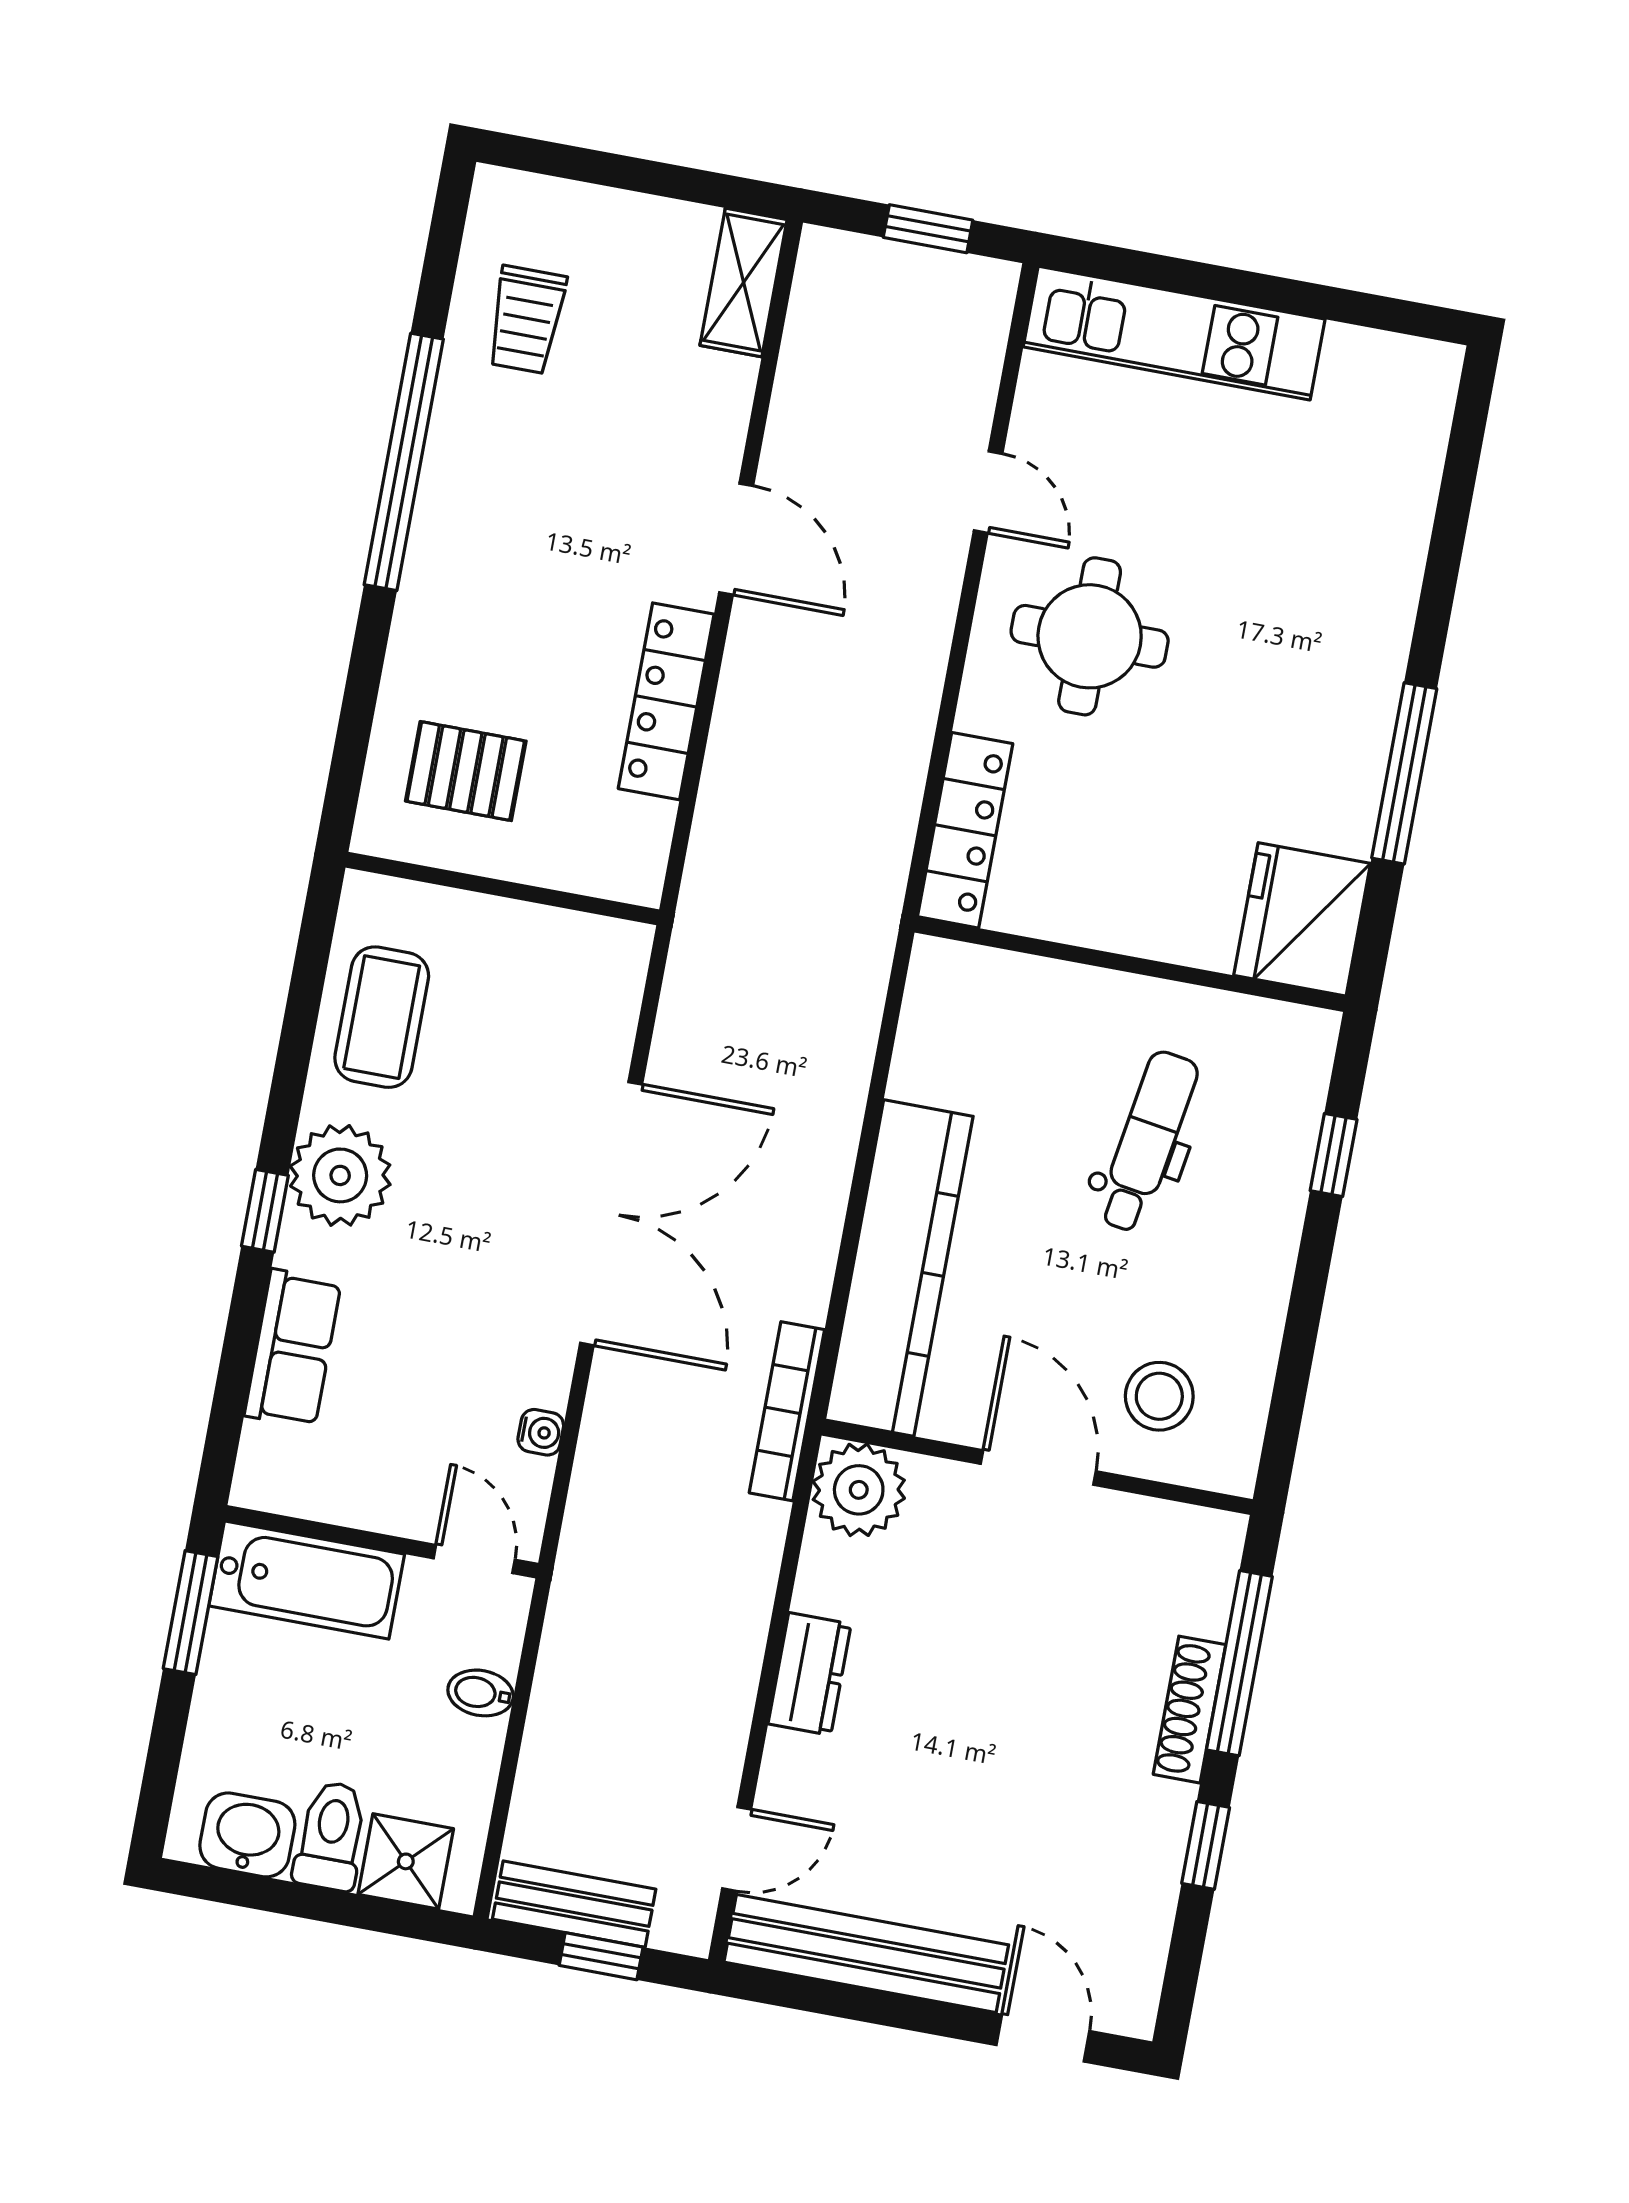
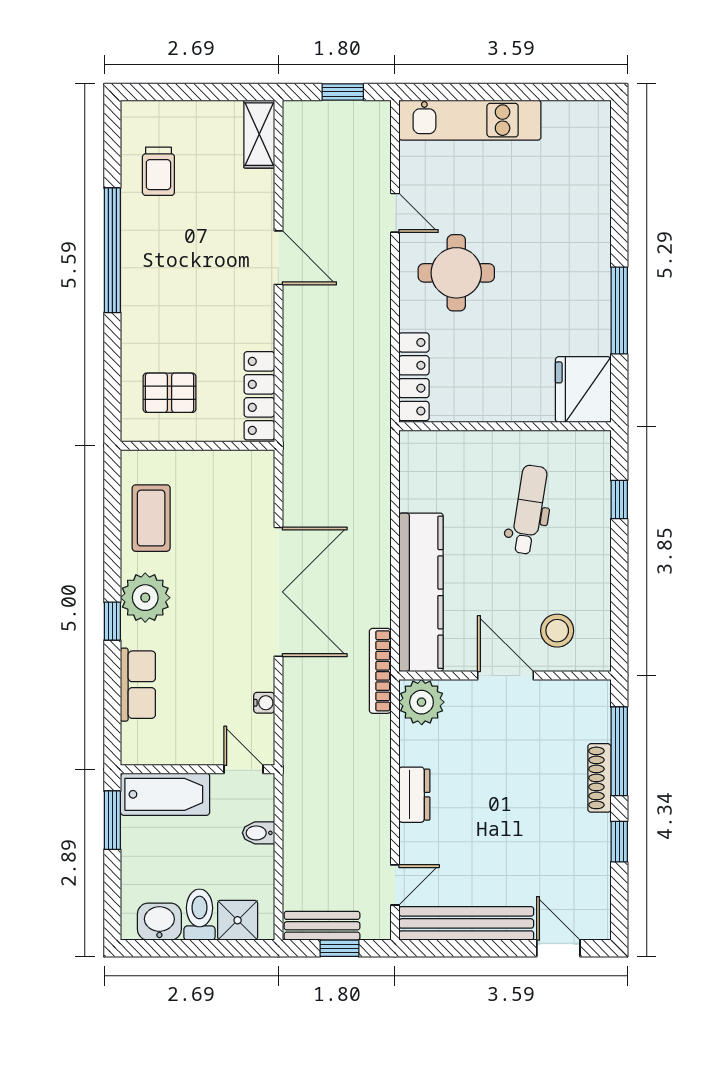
locker: (666, 701) -> (259, 396), moved

